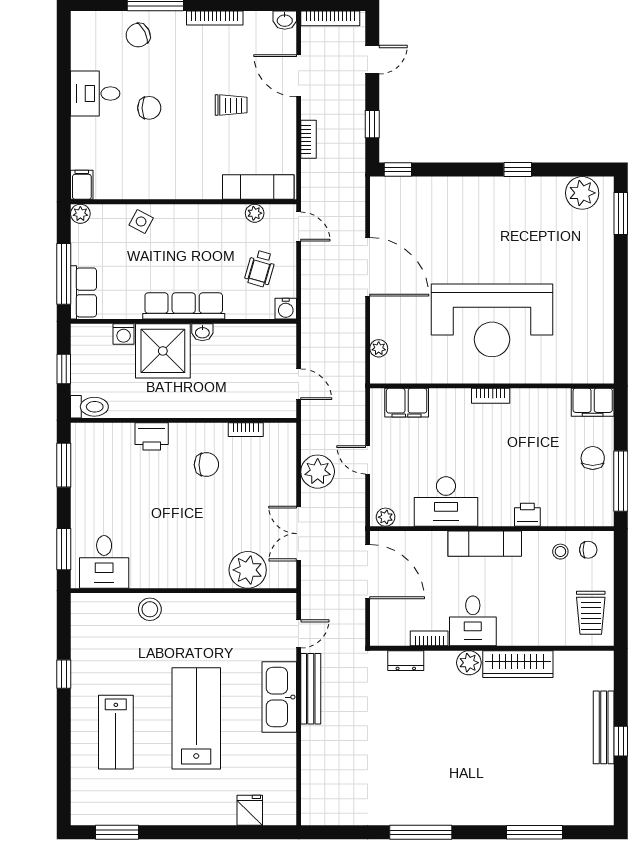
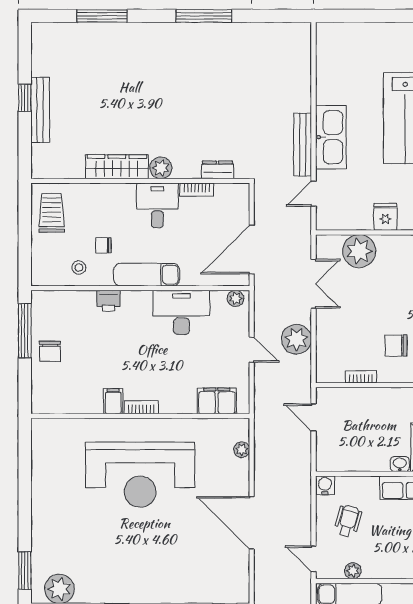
reception desk: (492, 320) -> (140, 475), turned 180
filing cabinet: (593, 402) -> (113, 401), moved, width x0.50
chair: (588, 550) -> (103, 245), moved
door: (368, 572) -> (252, 250), hinge flipped
fridge: (250, 810) -> (385, 217), moved, turned 180

